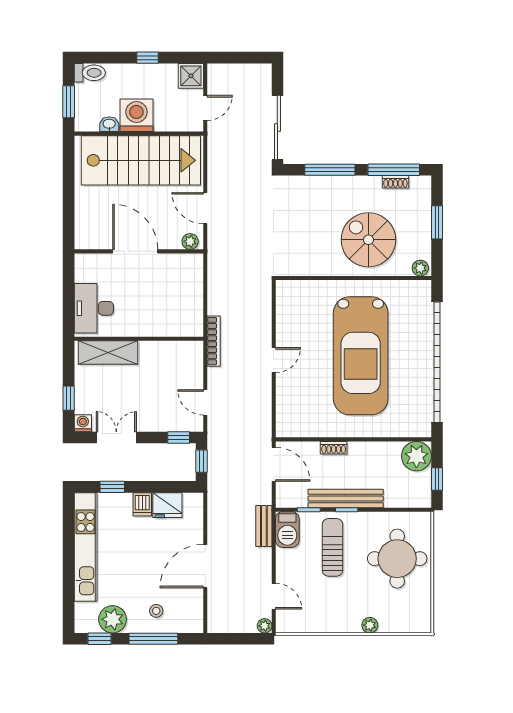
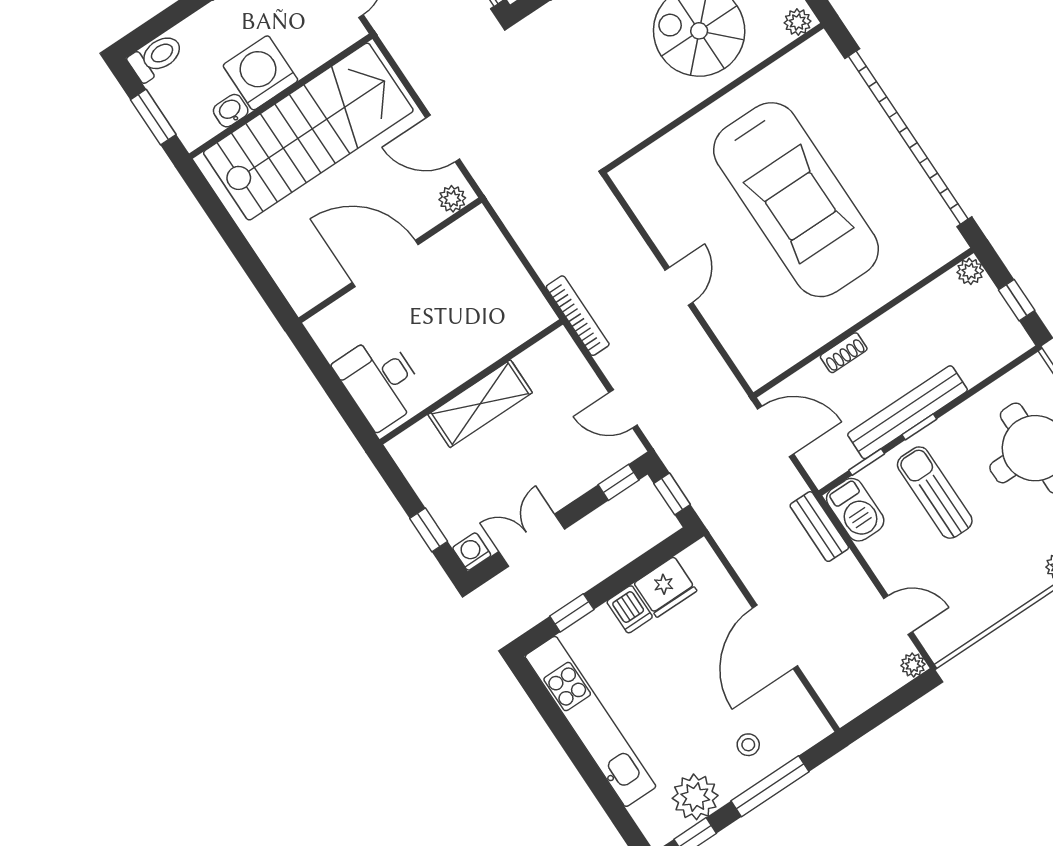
shelving: (108, 353) -> (480, 404), moved
plant: (416, 456) -> (970, 271), width x0.53, depth x0.53

